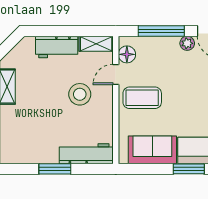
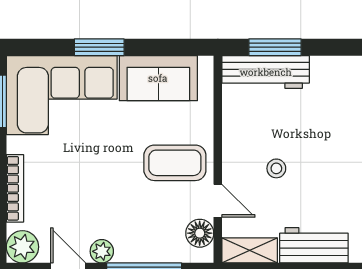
door: (116, 74) -> (218, 201), hinge flipped
stool: (80, 94) -> (276, 168), width x0.53, depth x0.53
window: (55, 169) -> (275, 47), moved

